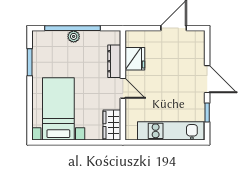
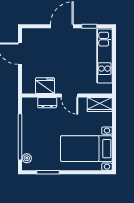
plant: (74, 36) -> (27, 158), moved
dresser: (114, 61) -> (47, 103), width x0.70
door: (123, 88) -> (69, 95), swing flipped

